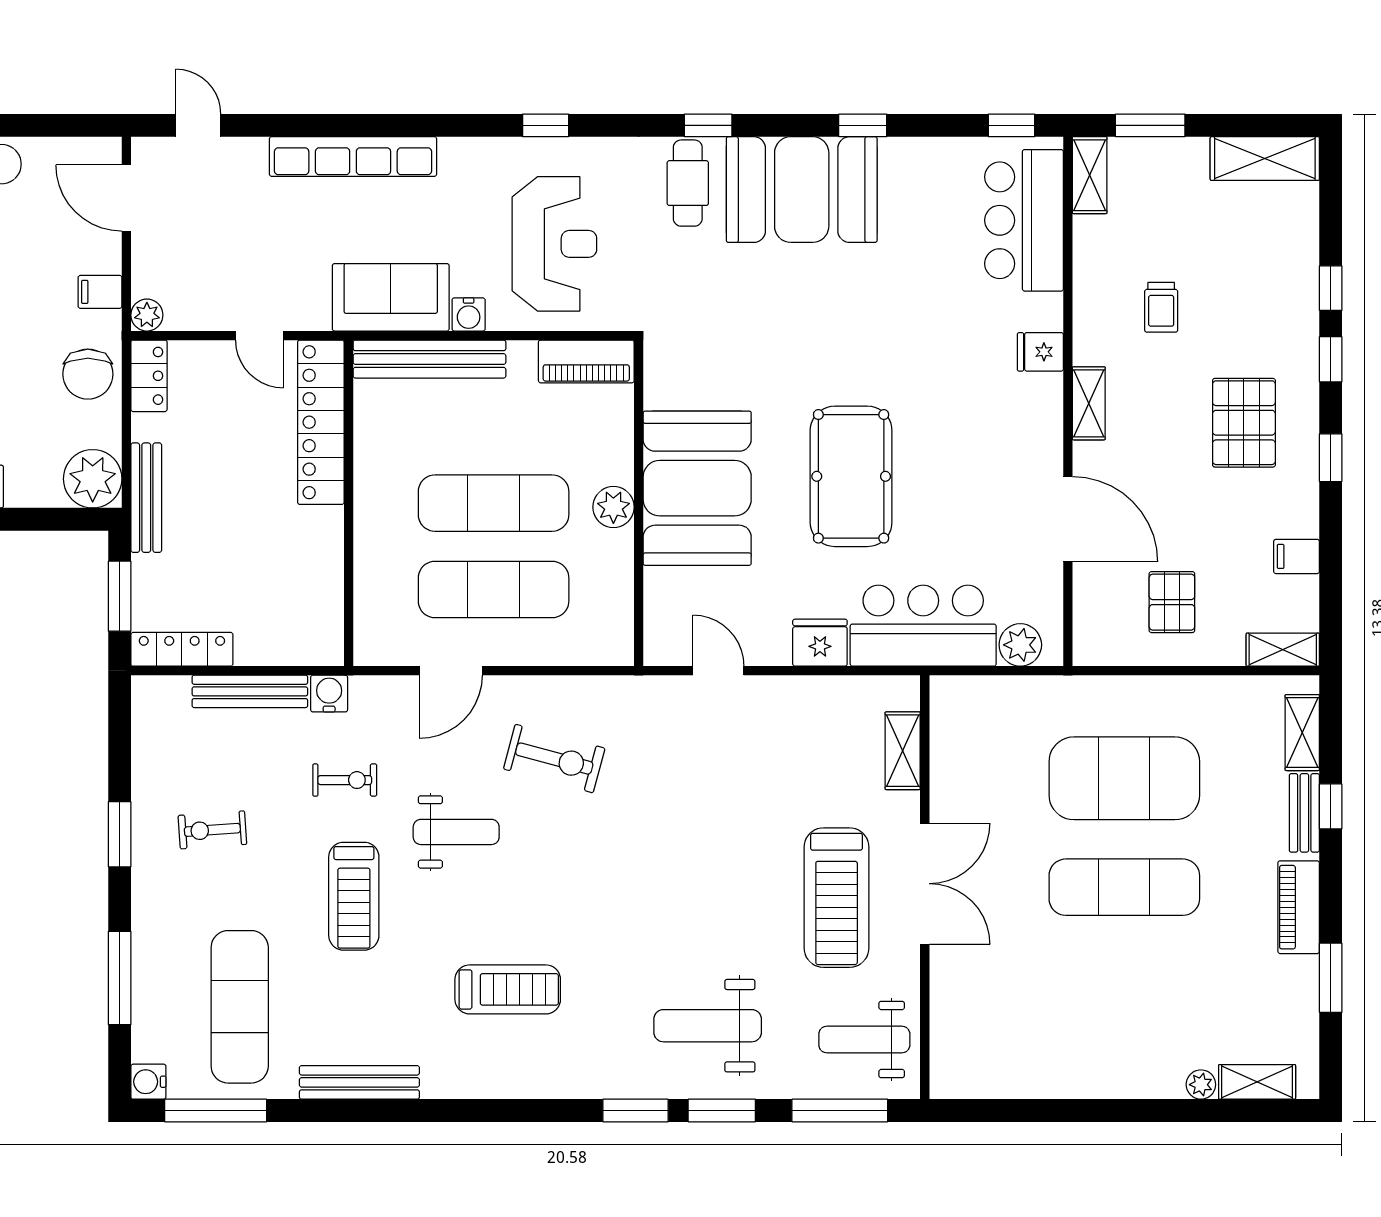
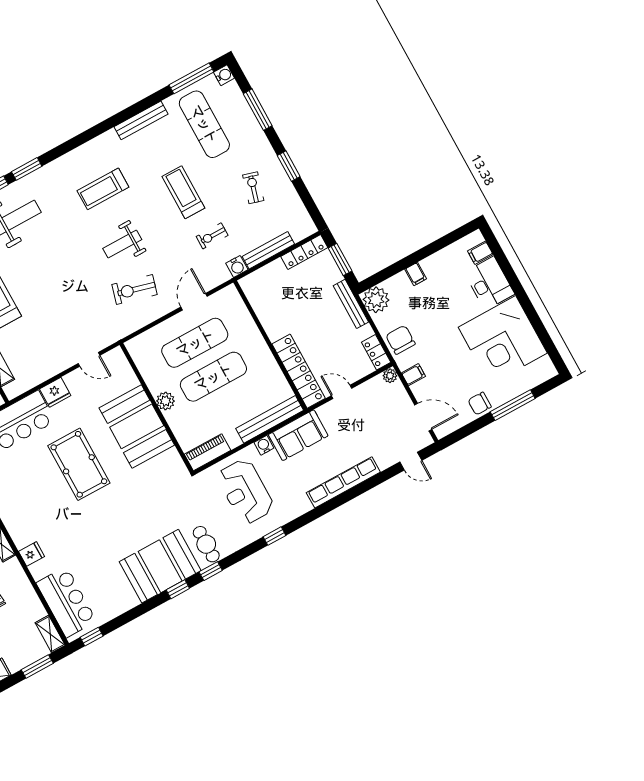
window: (863, 125) -> (178, 589), moved
exercise bike: (212, 830) -> (253, 188), turned -70
weight bench: (456, 832) -> (122, 244), moved

